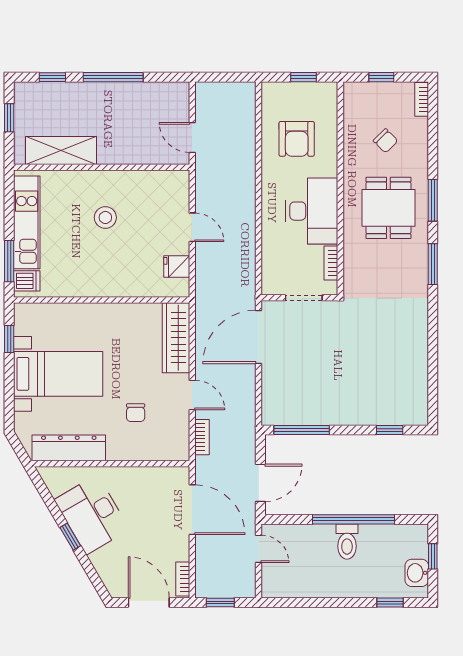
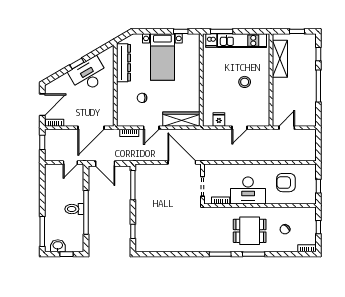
window: (390, 603) -> (42, 232), width x2.17

